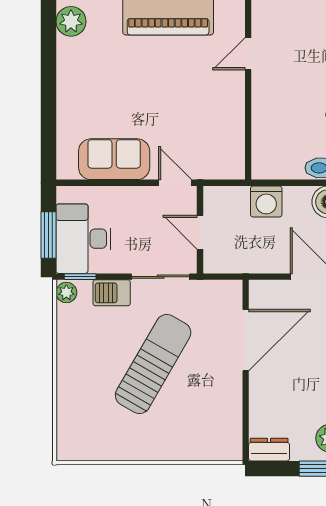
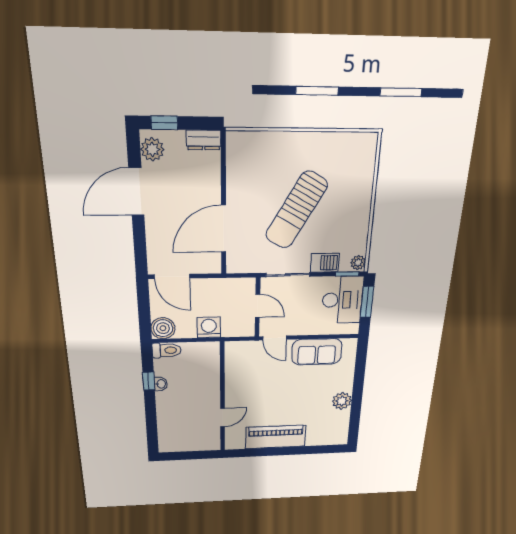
plant: (71, 21) -> (342, 401), moved

